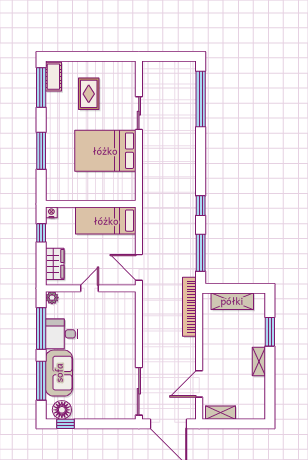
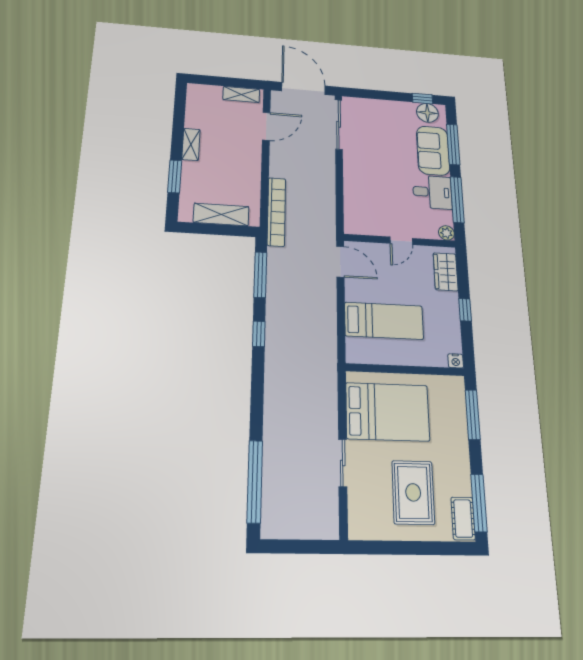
rug: (89, 94) -> (413, 492), width x1.36, depth x1.43
wall: (91, 204) -> (405, 370), moved
nightstand: (51, 212) -> (456, 361), moved

